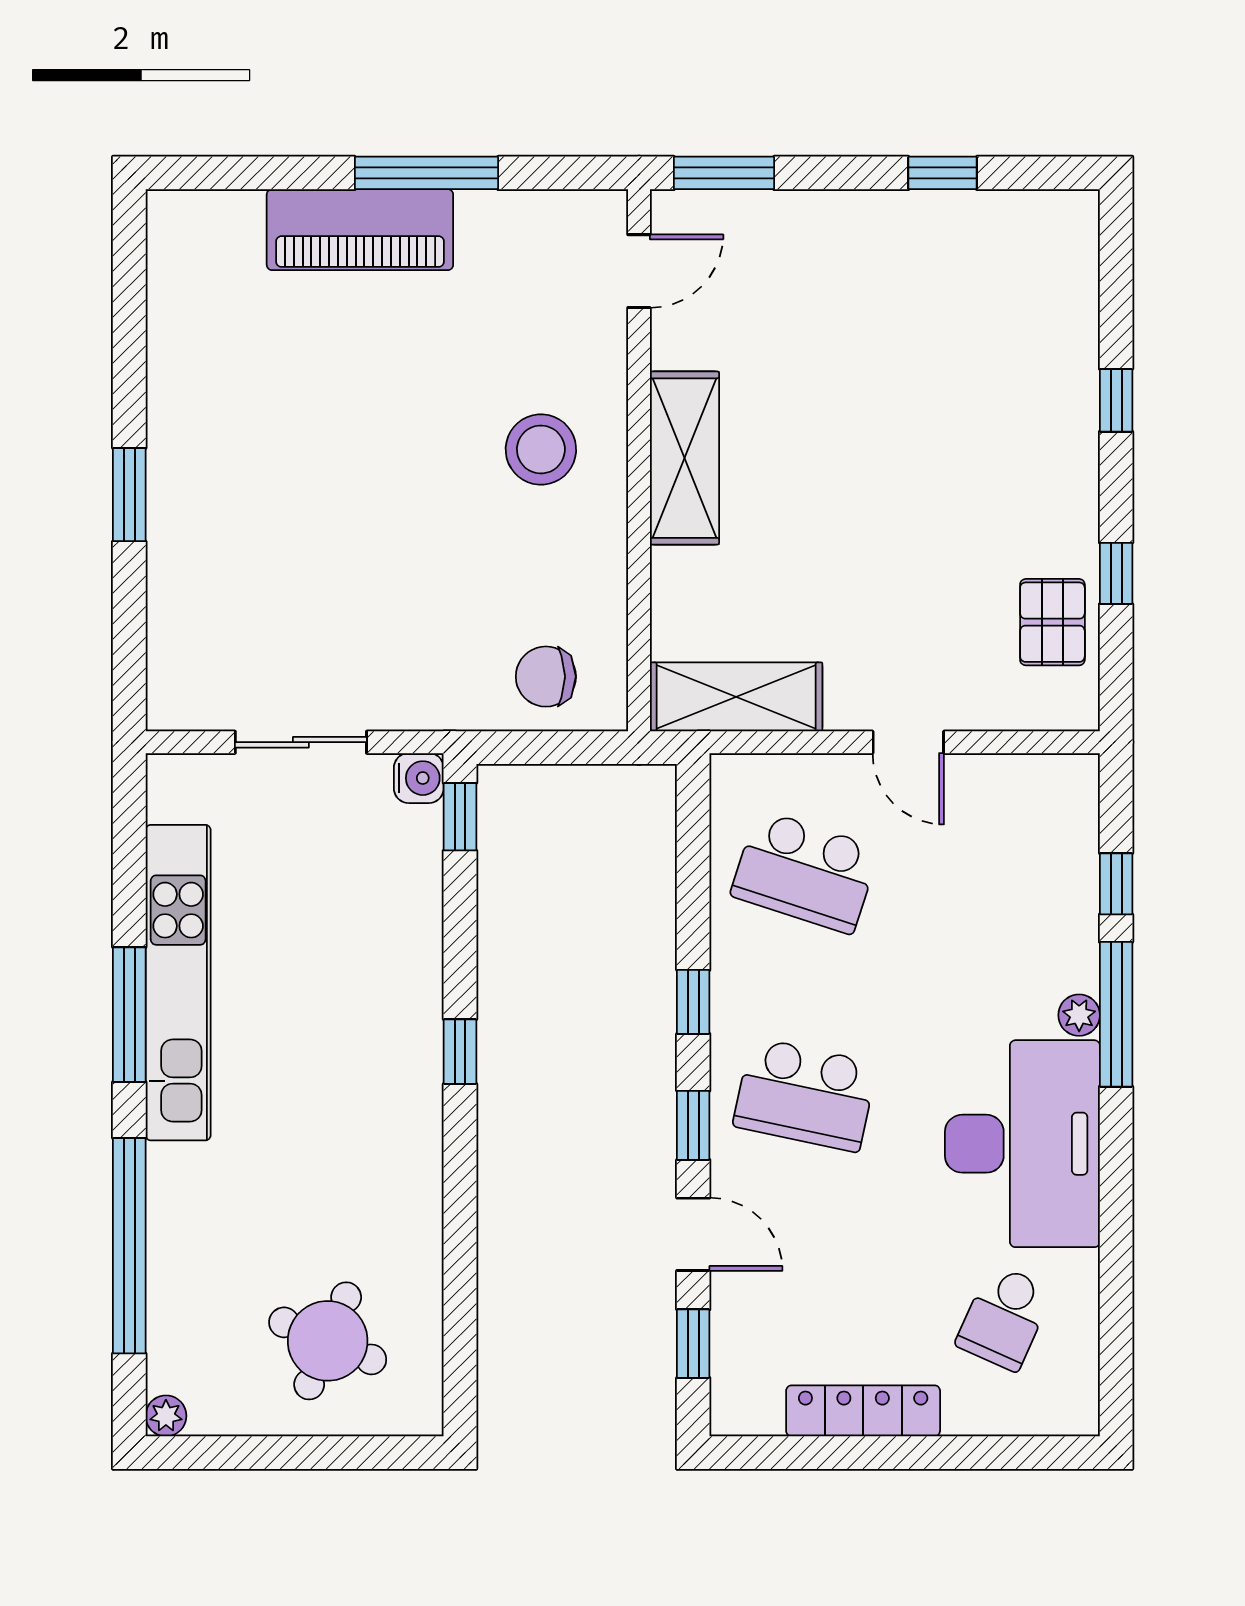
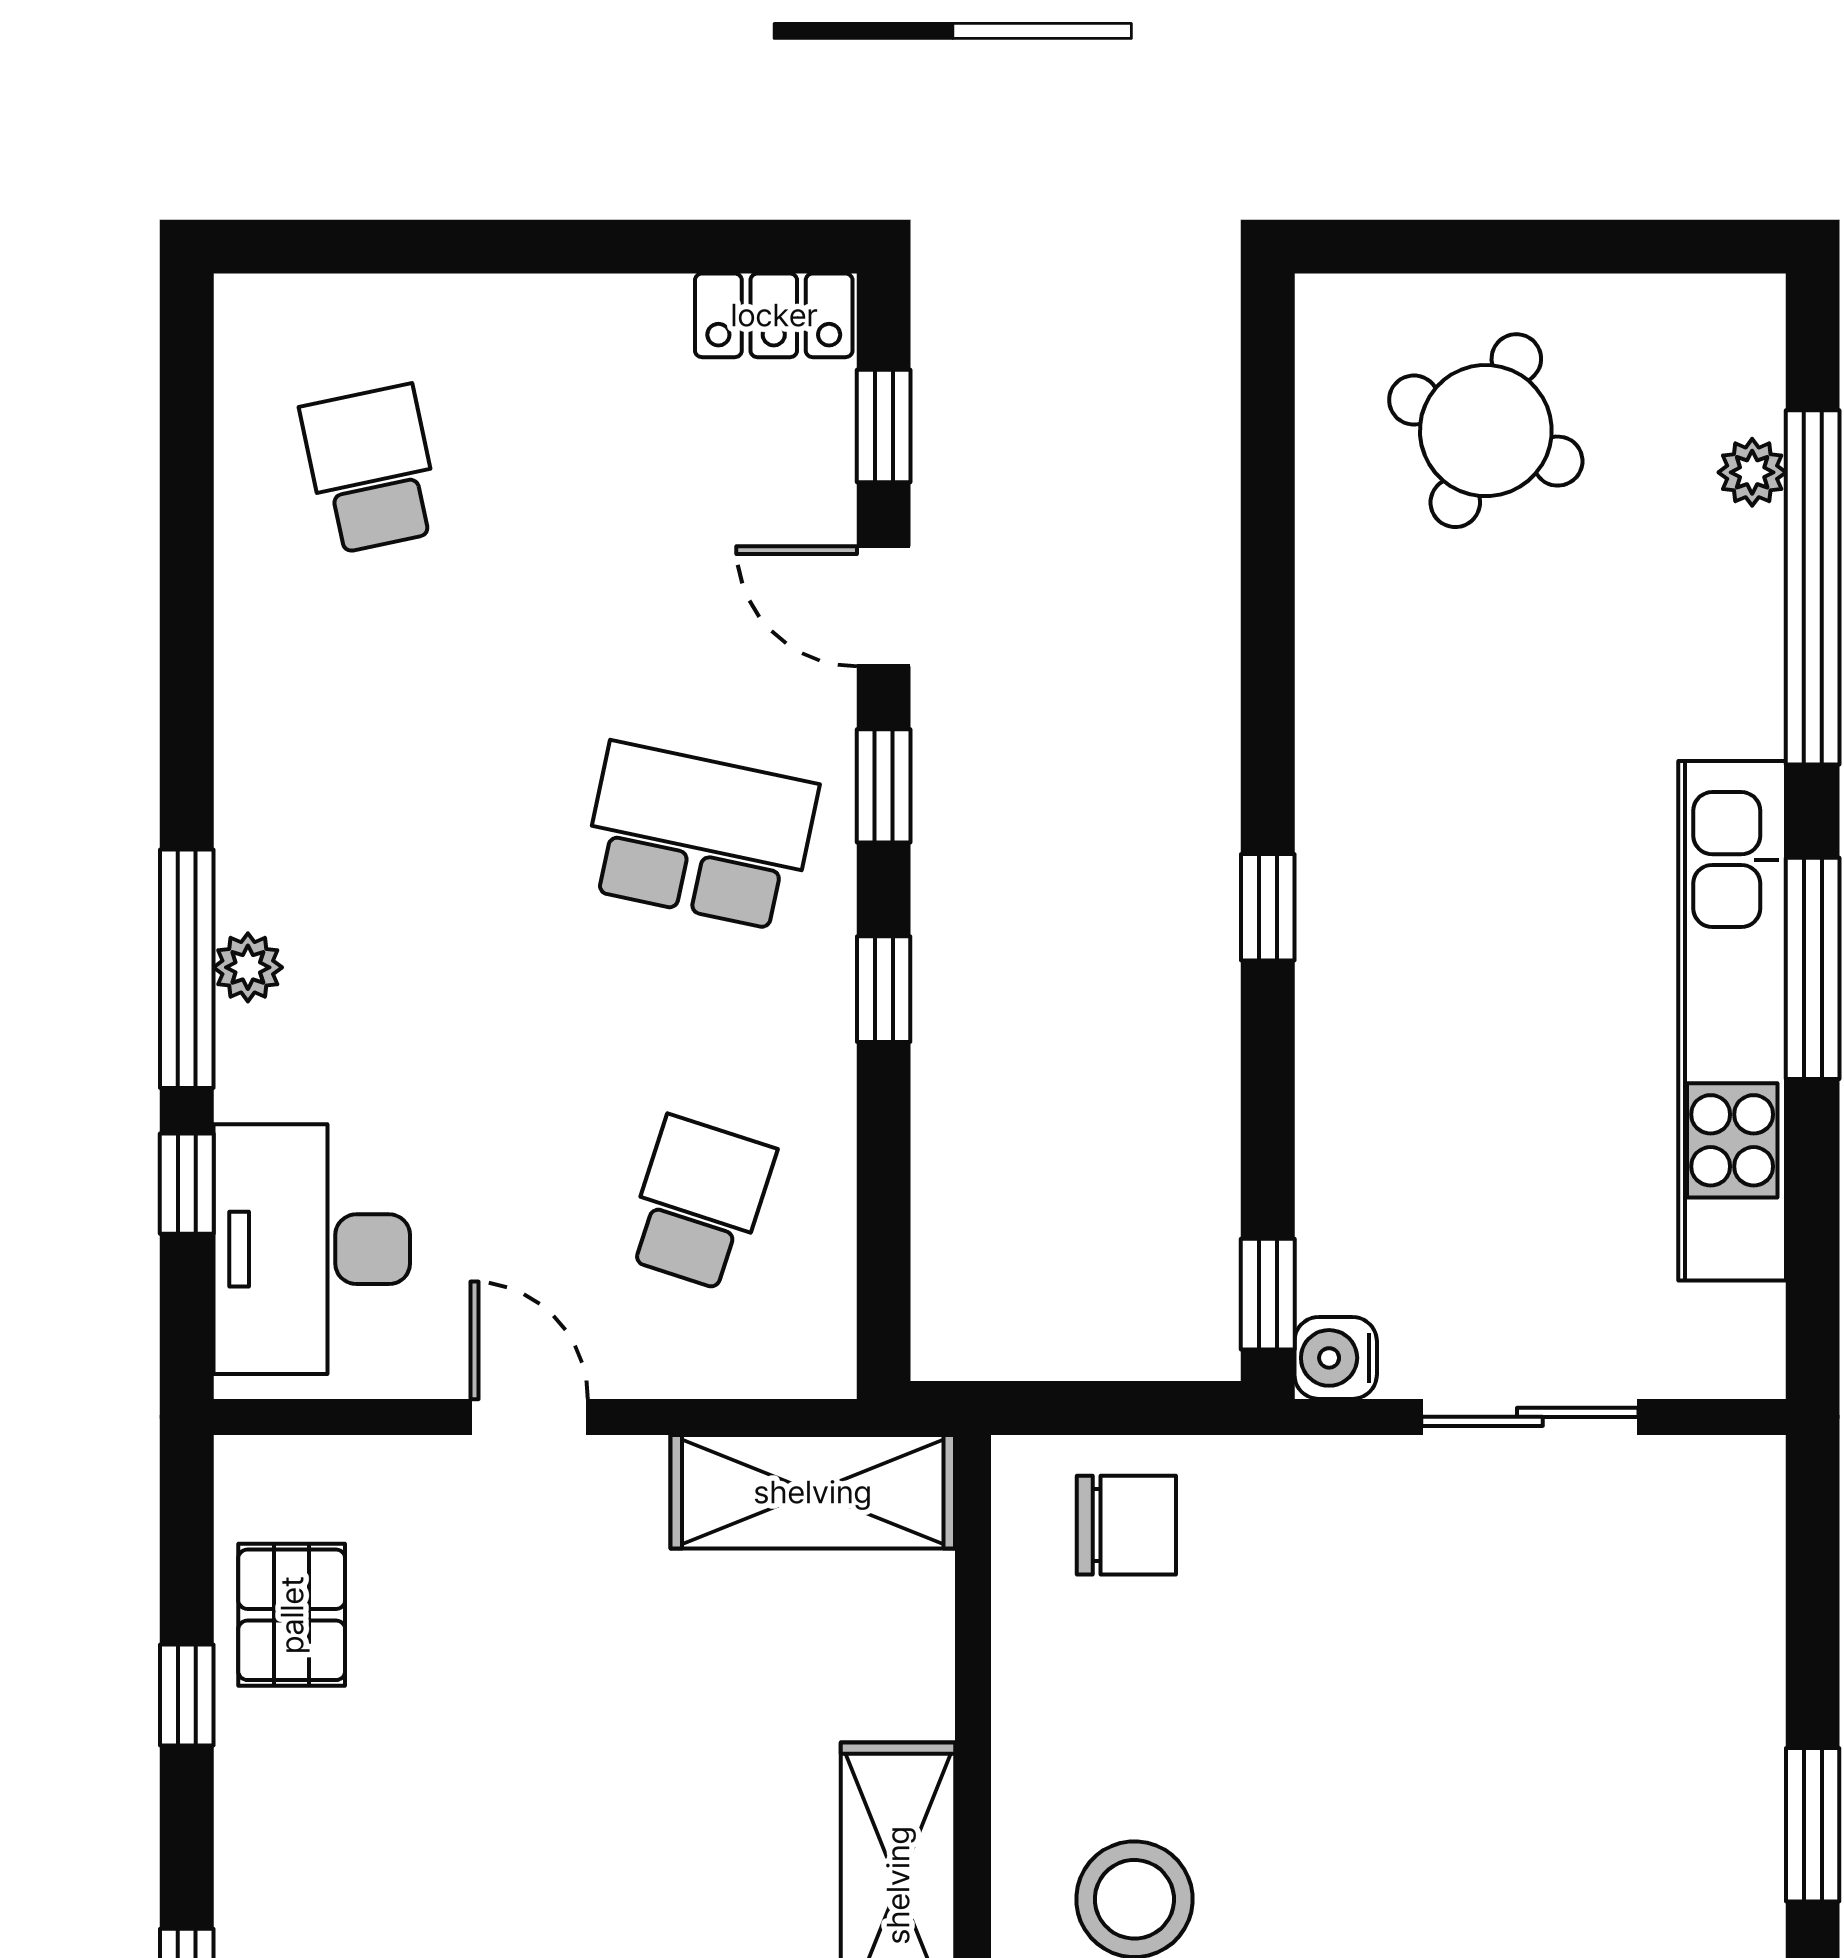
school desk: (805, 872) -> (699, 1203), width x0.54
desk: (1022, 1144) -> (312, 1249), moved, width x0.73, depth x0.77
school desk: (1004, 1317) -> (371, 469), turned -36
locker: (863, 1411) -> (774, 315), moved, width x0.66
plant: (166, 1416) -> (1752, 472), moved

